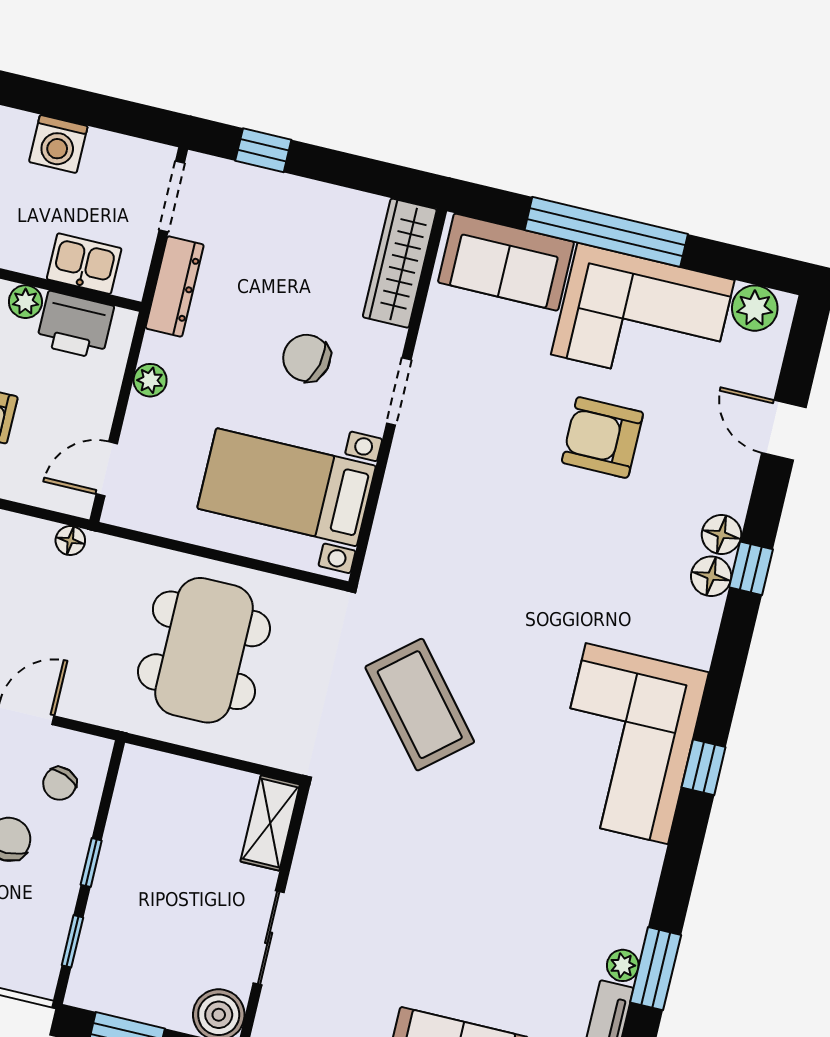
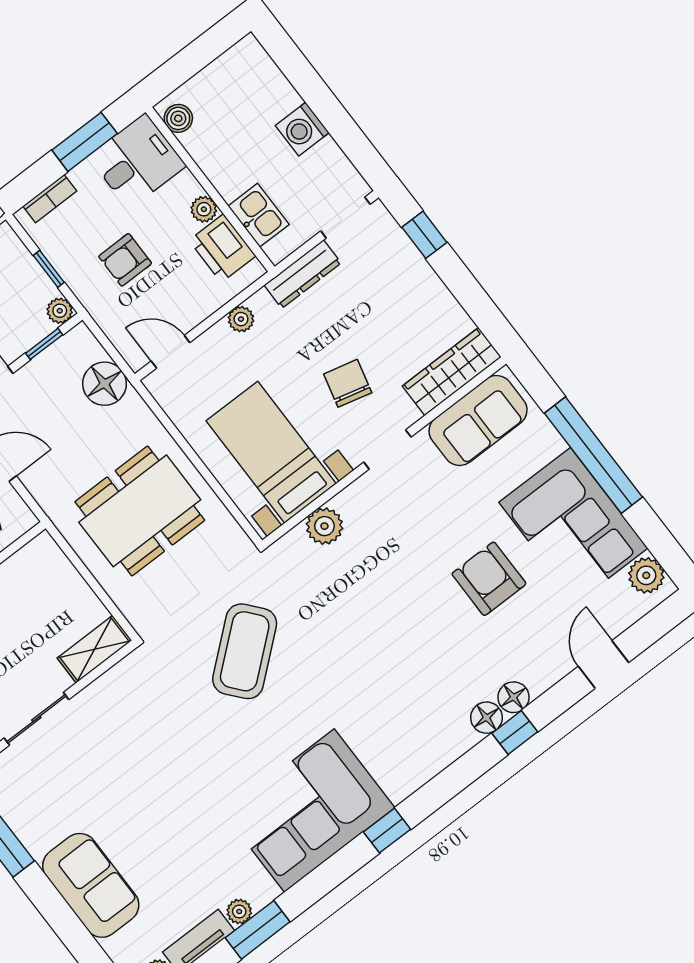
sofa: (506, 262) -> (478, 420), moved, turned -90
plant: (398, 517) -> (324, 526), added
floor lamp: (70, 541) -> (105, 384), width x1.89, depth x1.89
corner sofa: (627, 744) -> (309, 811), moved

